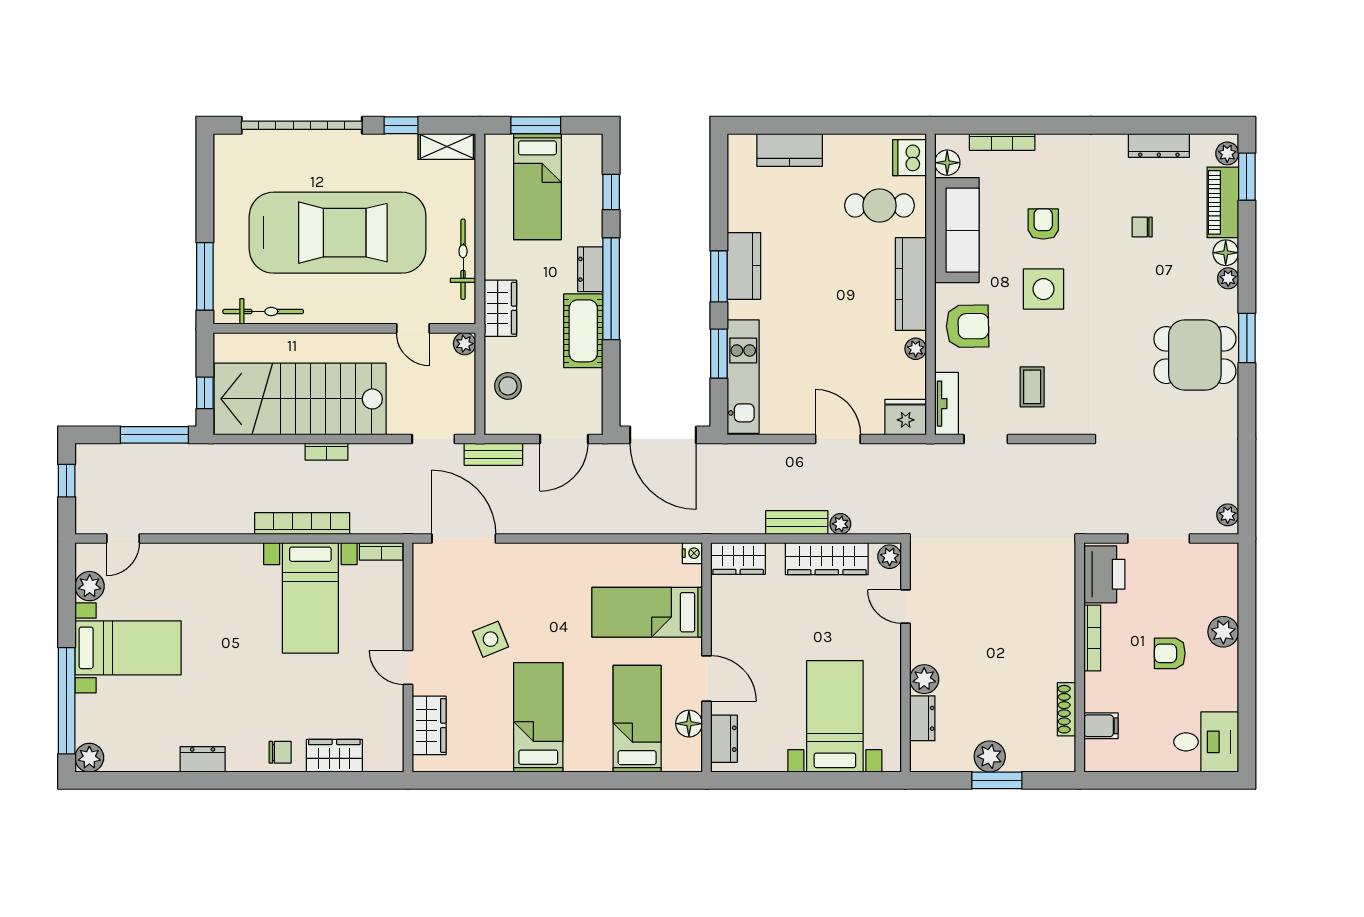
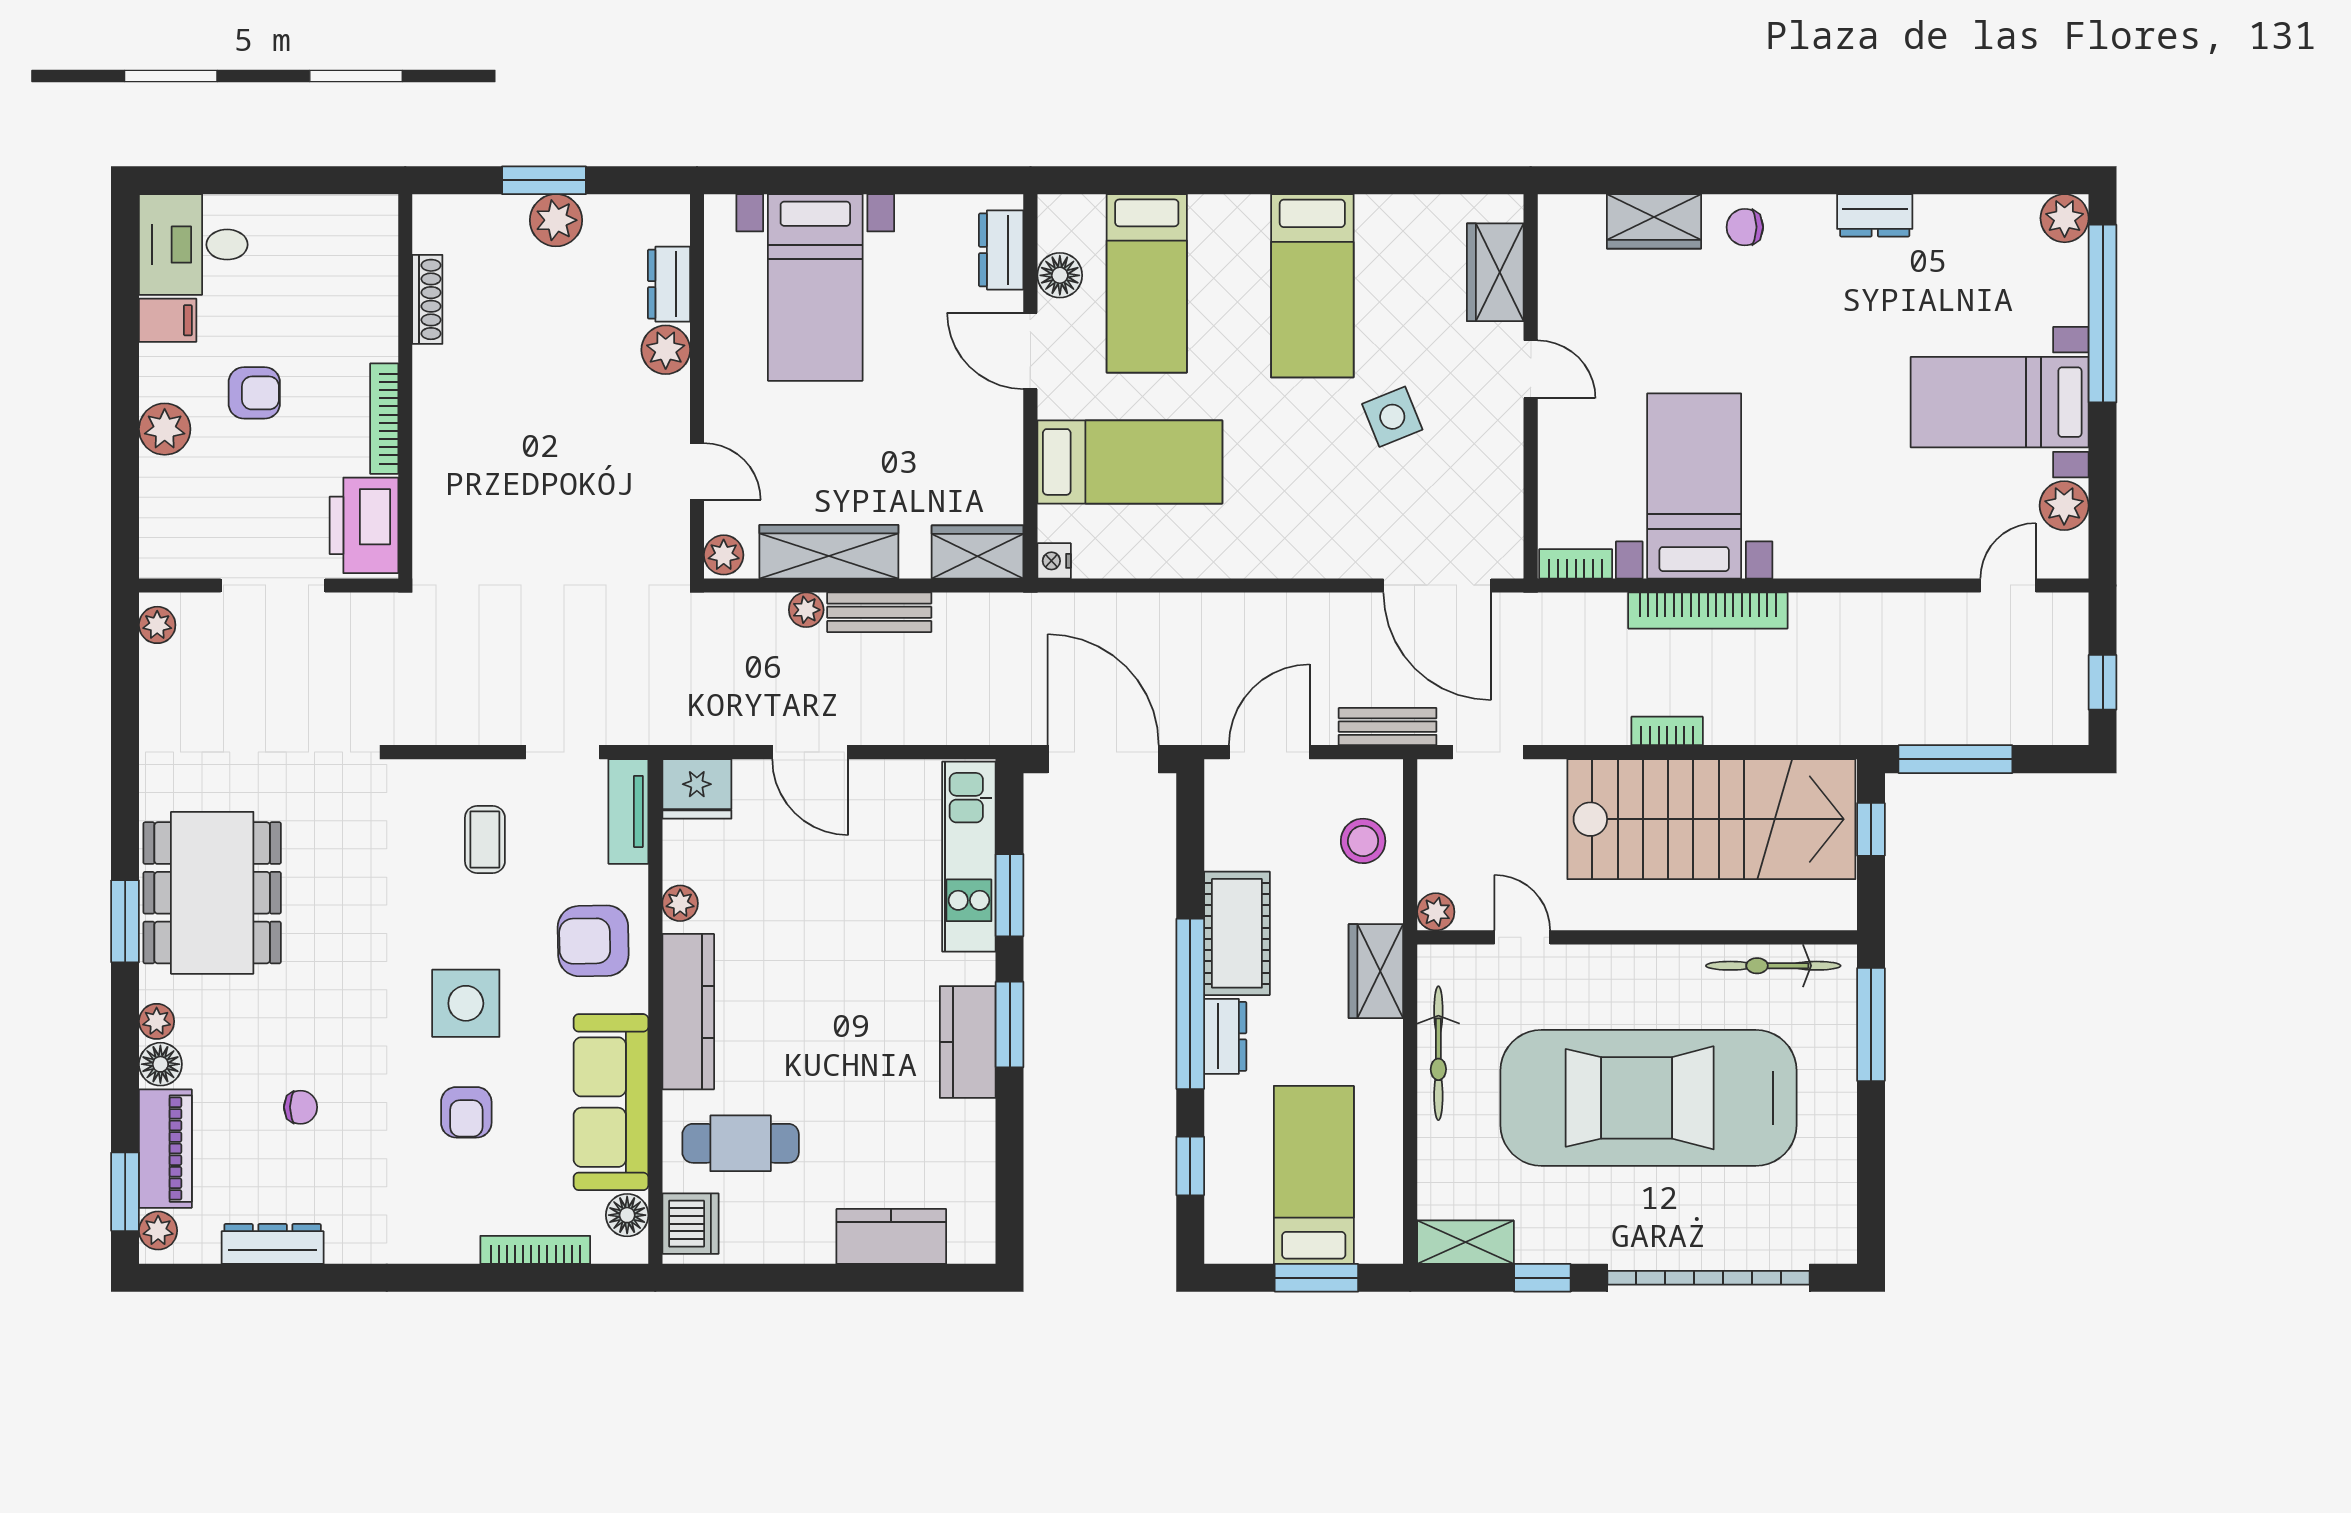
dining table: (1195, 355) -> (212, 893), width x1.38
filing cabinet: (1101, 726) -> (168, 320), moved, turned 180

